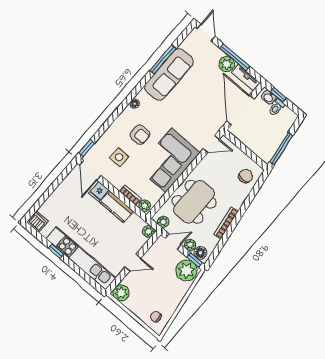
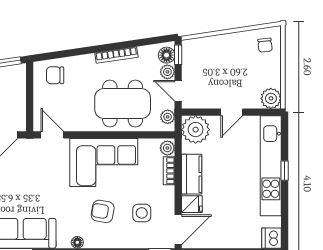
armchair: (140, 135) -> (103, 211), turned -80
plant: (148, 231) -> (196, 130), width x1.87, depth x1.87
window: (56, 251) -> (285, 171), moved
door: (133, 262) -> (232, 112), swing flipped
plant: (186, 270) -> (195, 54), removed

